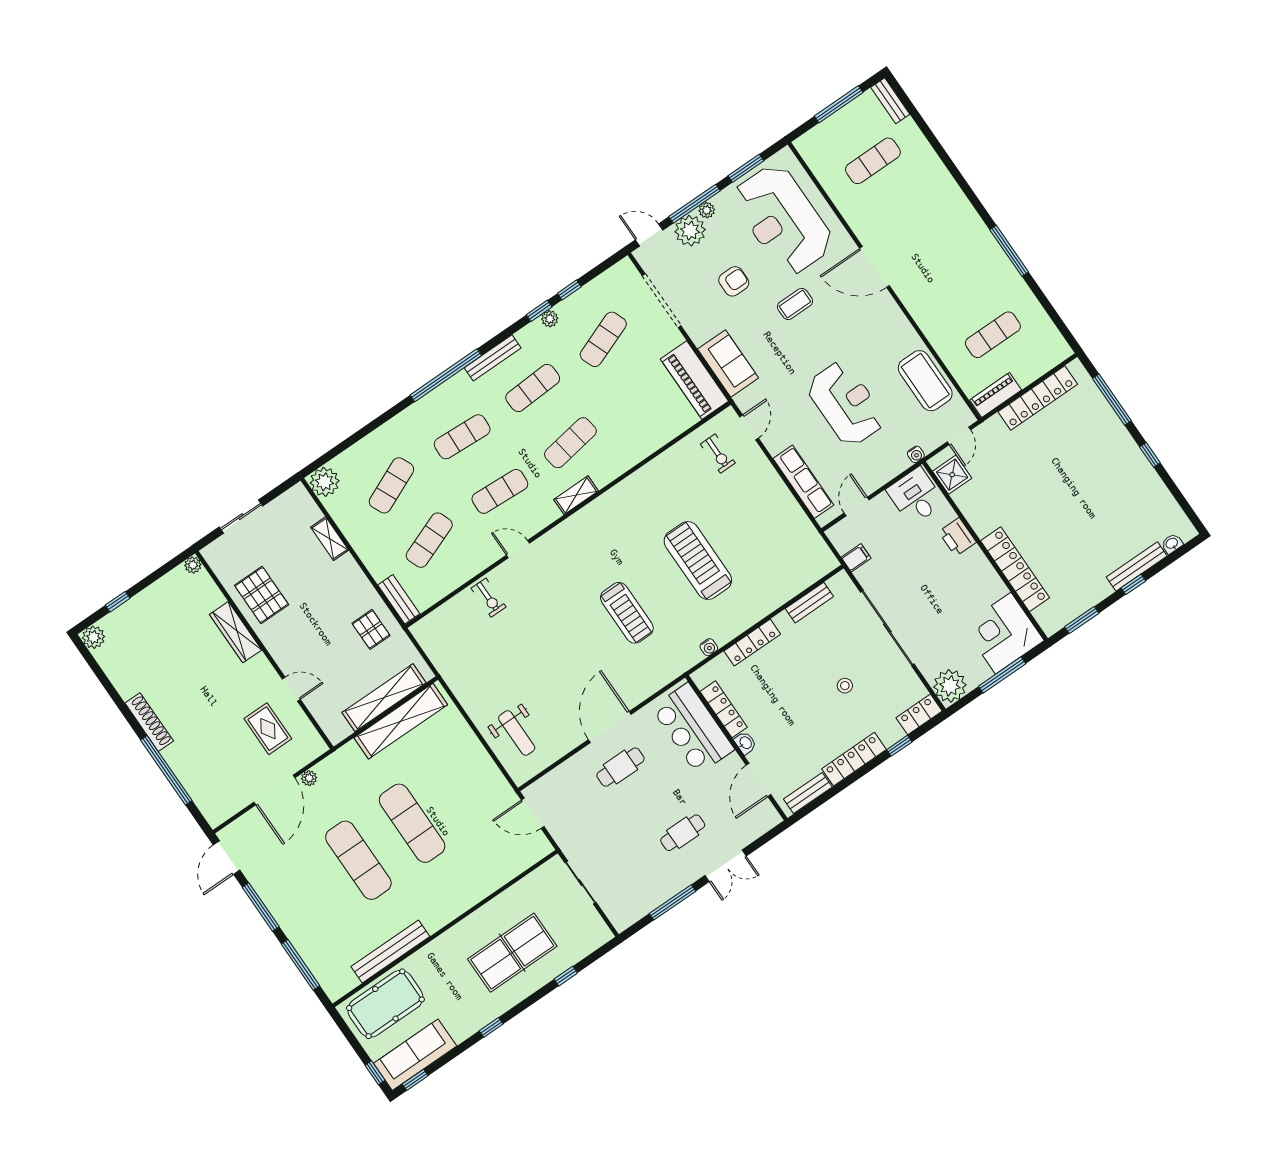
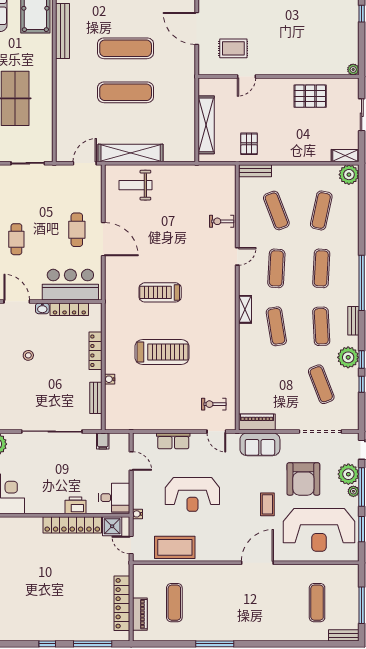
reception desk: (783, 220) -> (319, 530), turned 180
armchair: (734, 281) -> (303, 479), width x1.88, depth x1.88
plant: (550, 319) -> (348, 357), width x1.87, depth x1.87
bench: (493, 358) -> (353, 321), width x0.73
piano: (694, 380) -> (257, 422), width x0.73, depth x0.75
piano: (996, 395) -> (140, 614), moved
row of seats: (803, 482) -> (173, 441), width x0.68
exercise mat: (391, 485) -> (321, 210), turned 36
shelving: (330, 539) -> (345, 156), moved
locker: (1015, 569) -> (72, 525), moved
pallet: (371, 629) -> (249, 144), turned 90
wardrobe: (236, 632) -> (299, 67), removed
water cooler: (709, 647) -> (110, 379), moved
stool: (845, 686) -> (28, 355), moved
shelving: (401, 721) -> (131, 153), moved, turned 90
plant: (309, 778) -> (190, 52), removed

